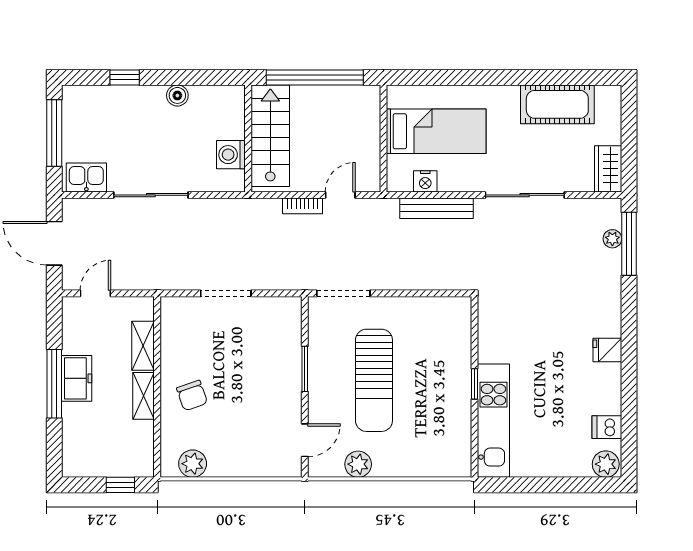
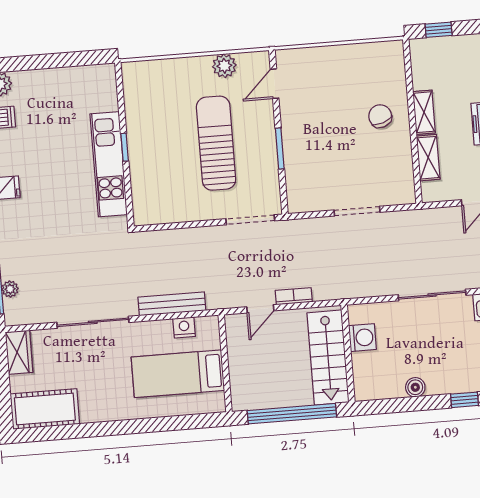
cot: (557, 104) -> (45, 409), moved
kitchen unit: (493, 421) -> (109, 164), moved
plant: (193, 464) -> (375, 54), removed

